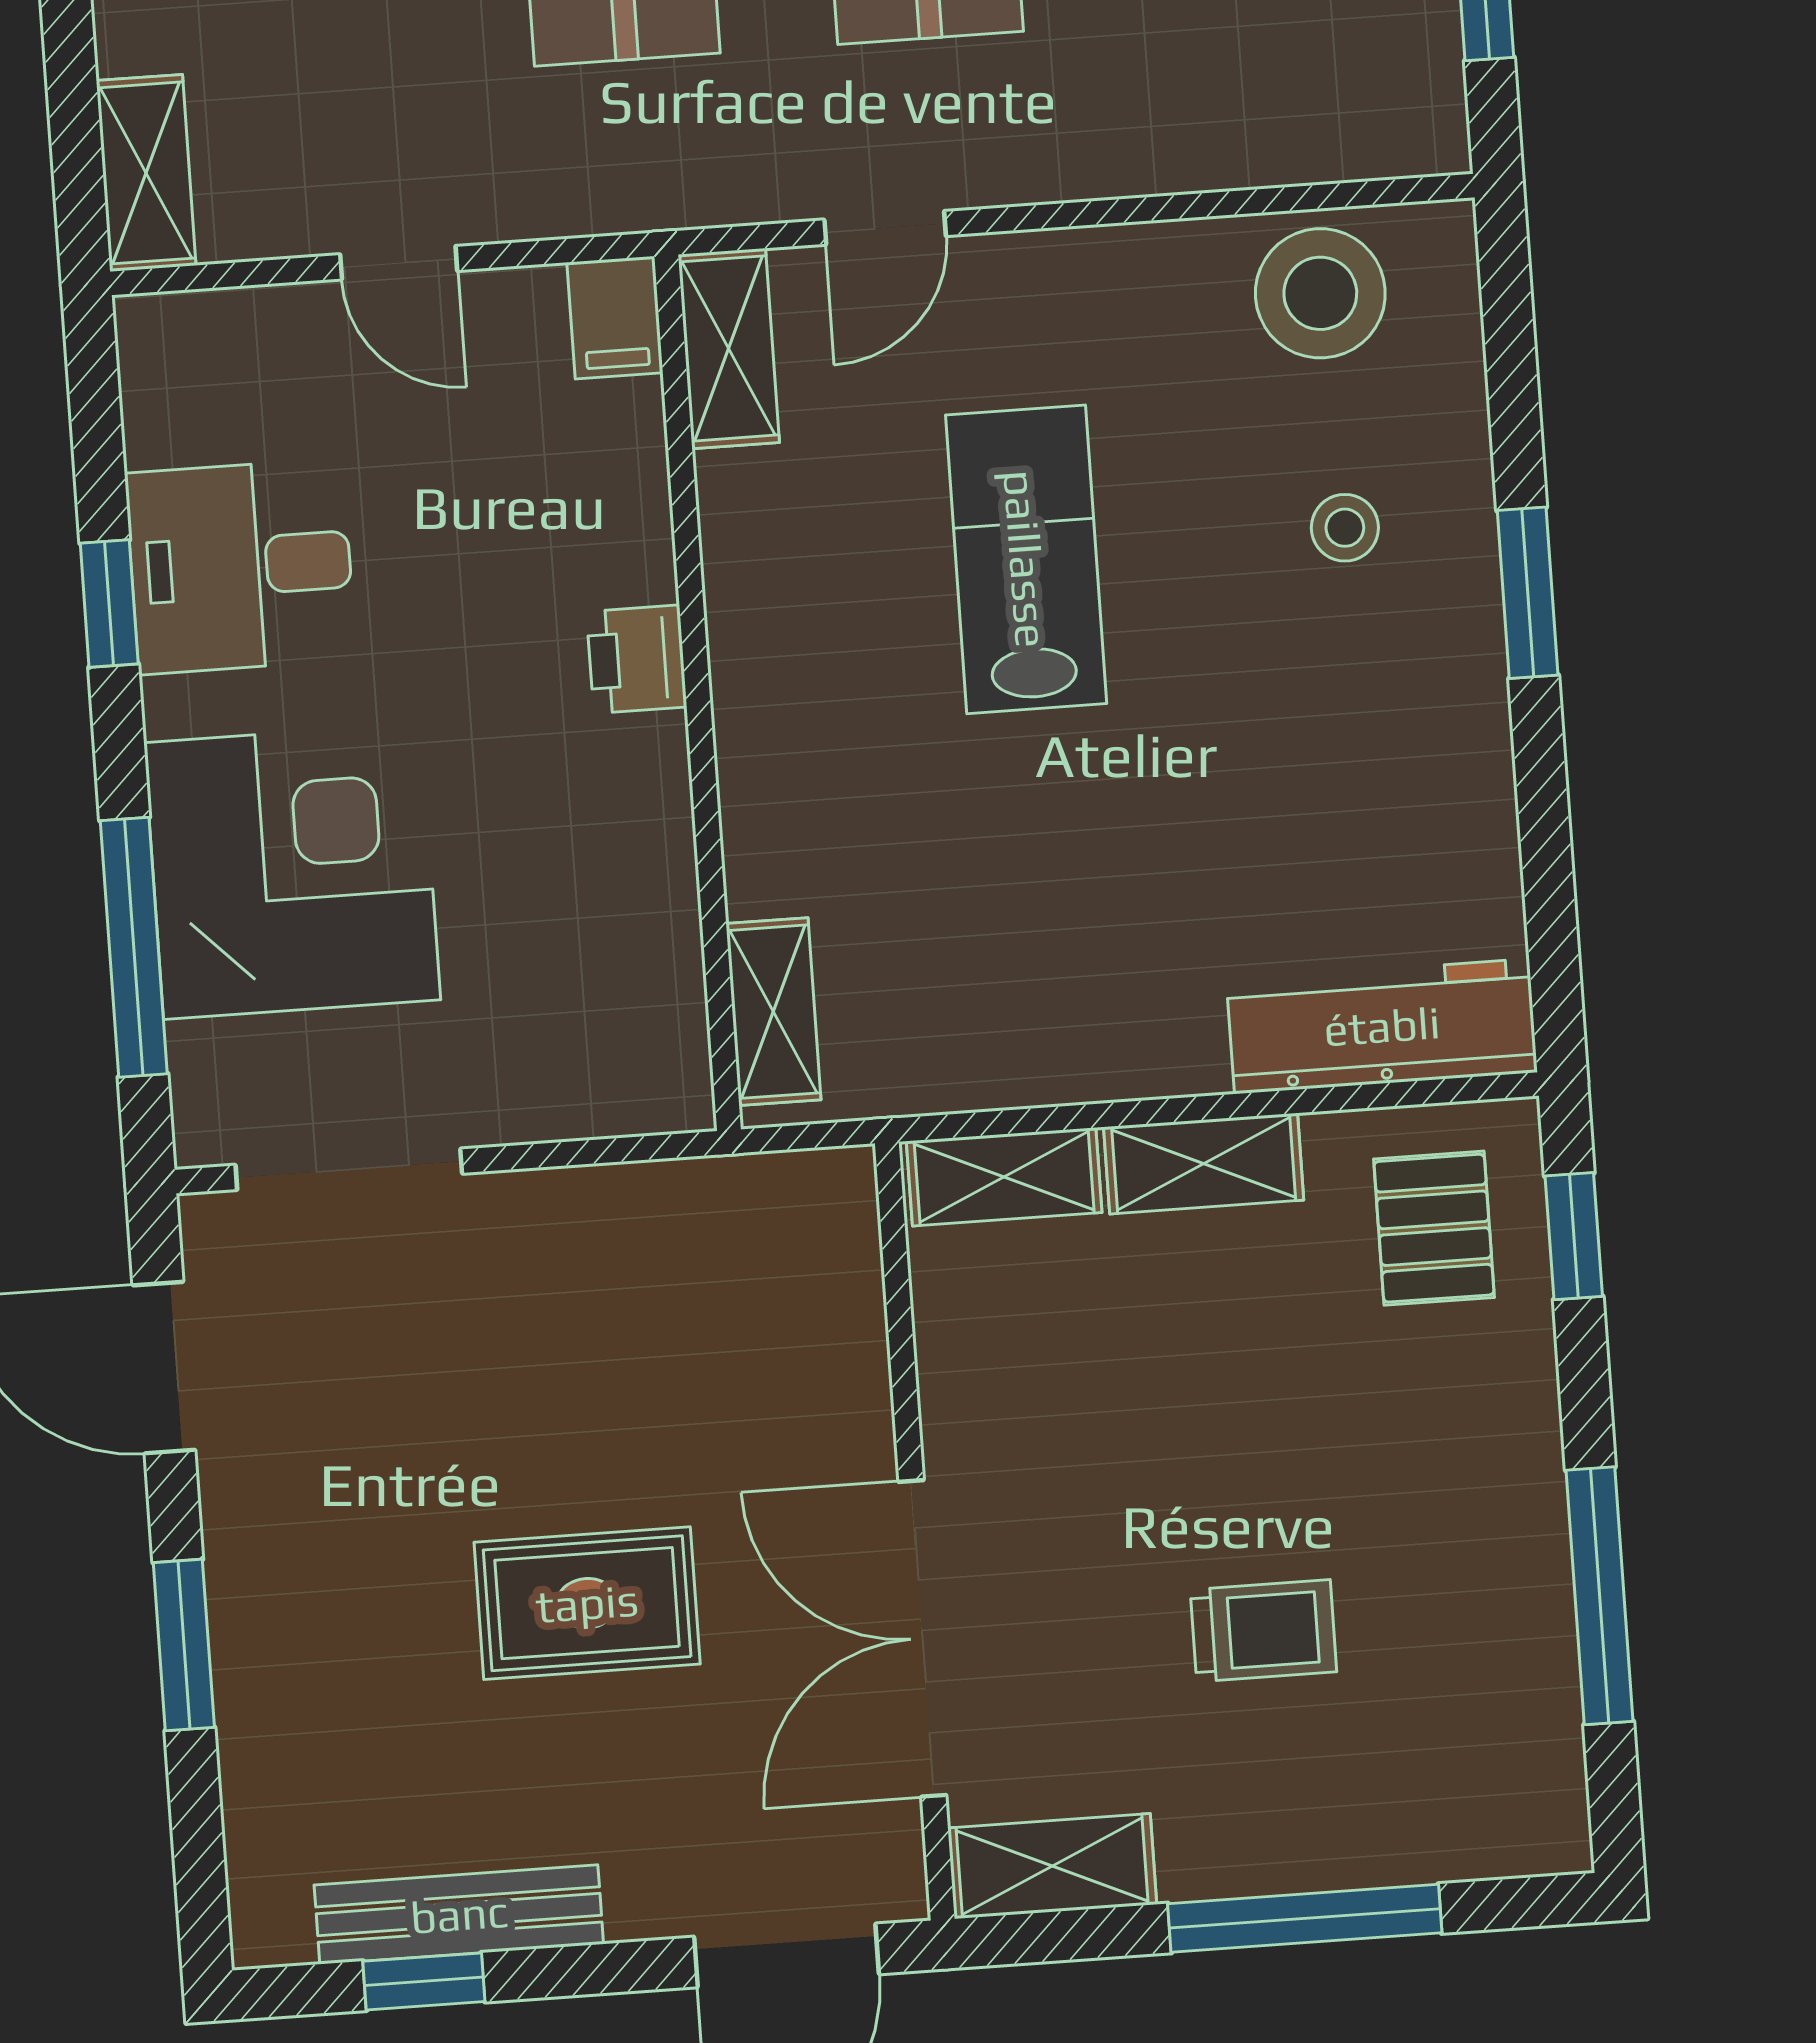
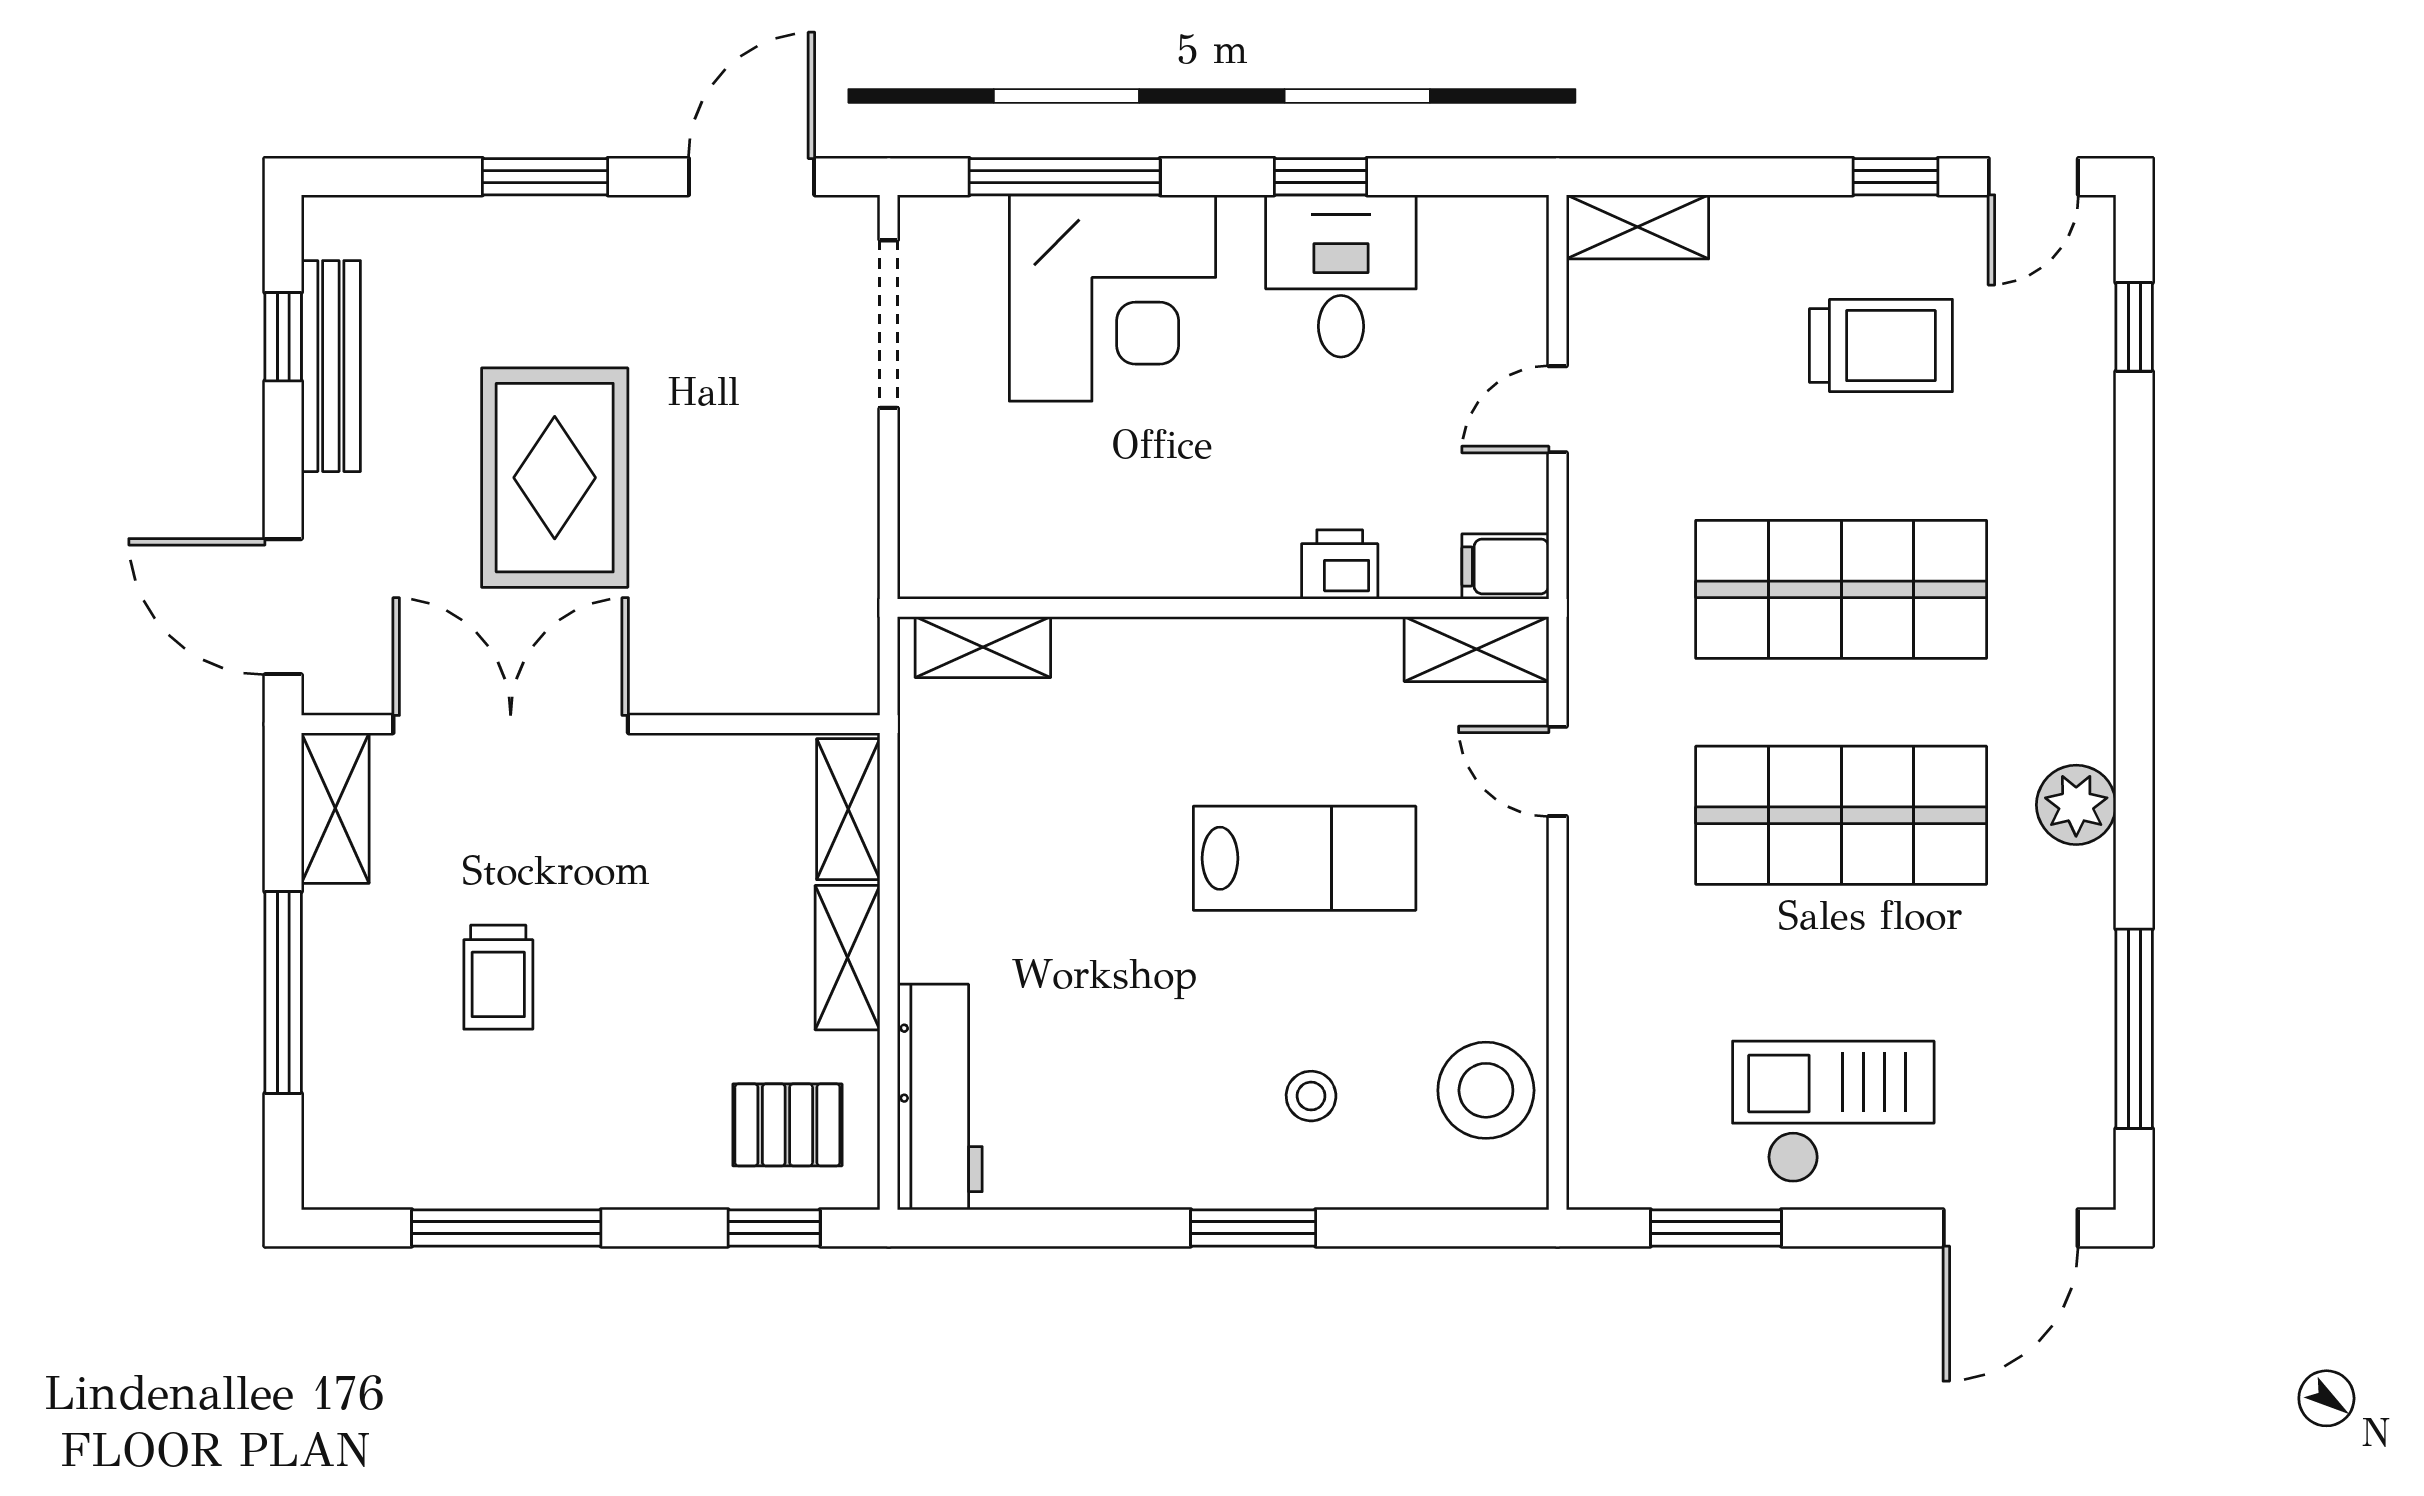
printer: (637, 659) -> (1340, 564), moved
rug: (587, 1603) -> (555, 478), width x1.36, depth x1.43

